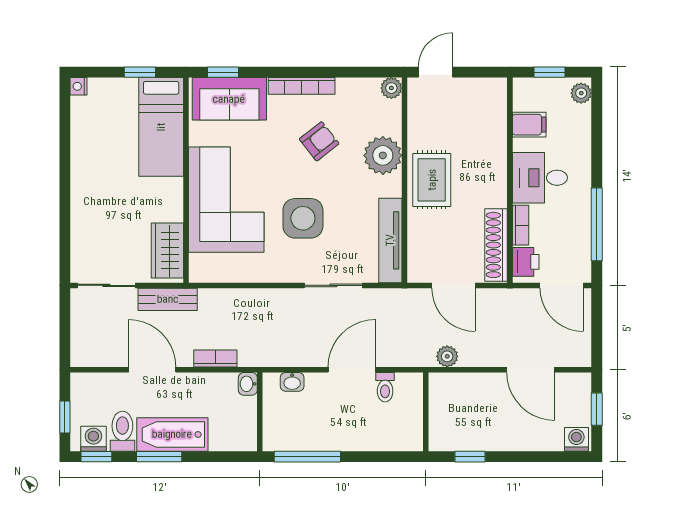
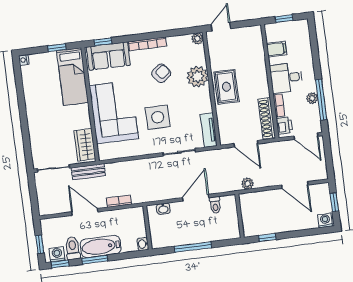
plant: (581, 93) -> (312, 98), moved
tv unit: (390, 240) -> (209, 130), width x0.71
washbasin: (248, 384) -> (143, 244), moved
window: (307, 457) -> (193, 247), moved

